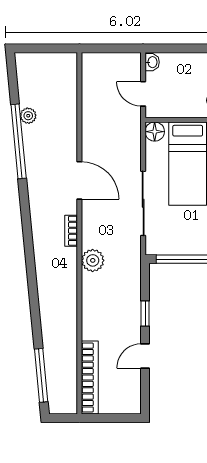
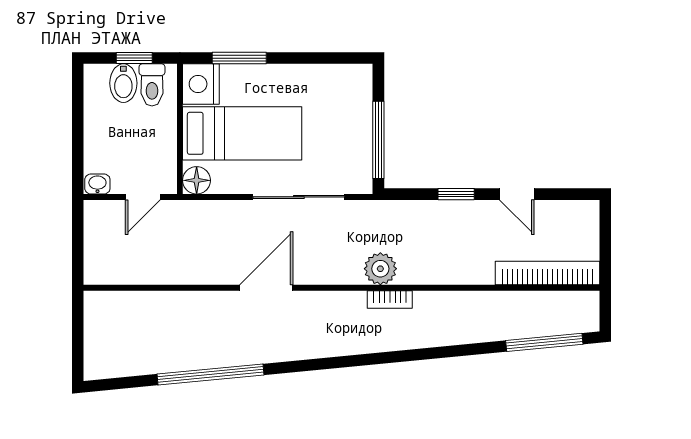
plant: (28, 116) -> (174, 361), removed
bookcase: (71, 231) -> (390, 300), moved

